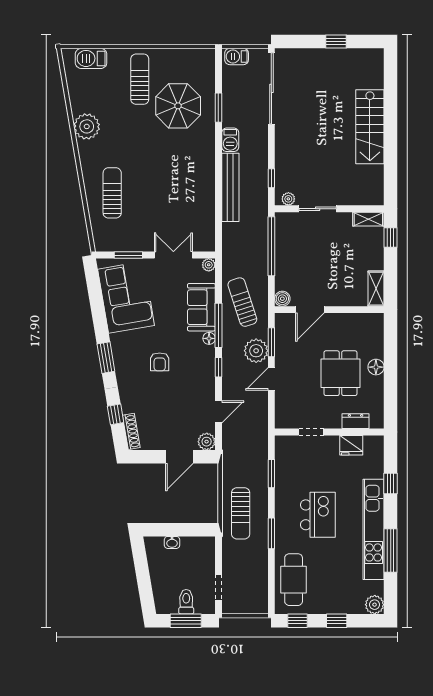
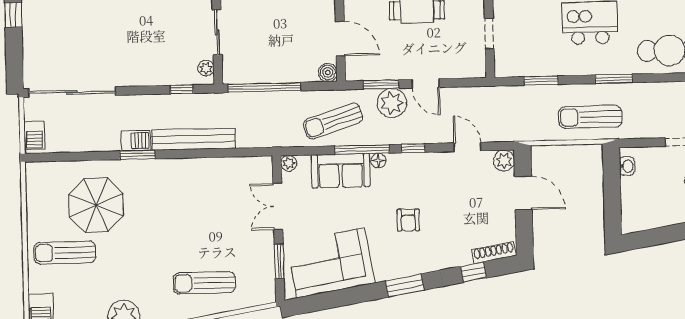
window: (218, 108) -> (137, 155), moved
armchair: (160, 362) -> (408, 220), turned 90
sun lounger: (241, 513) -> (590, 117), turned 180
washbasin: (172, 542) -> (627, 166), moved

